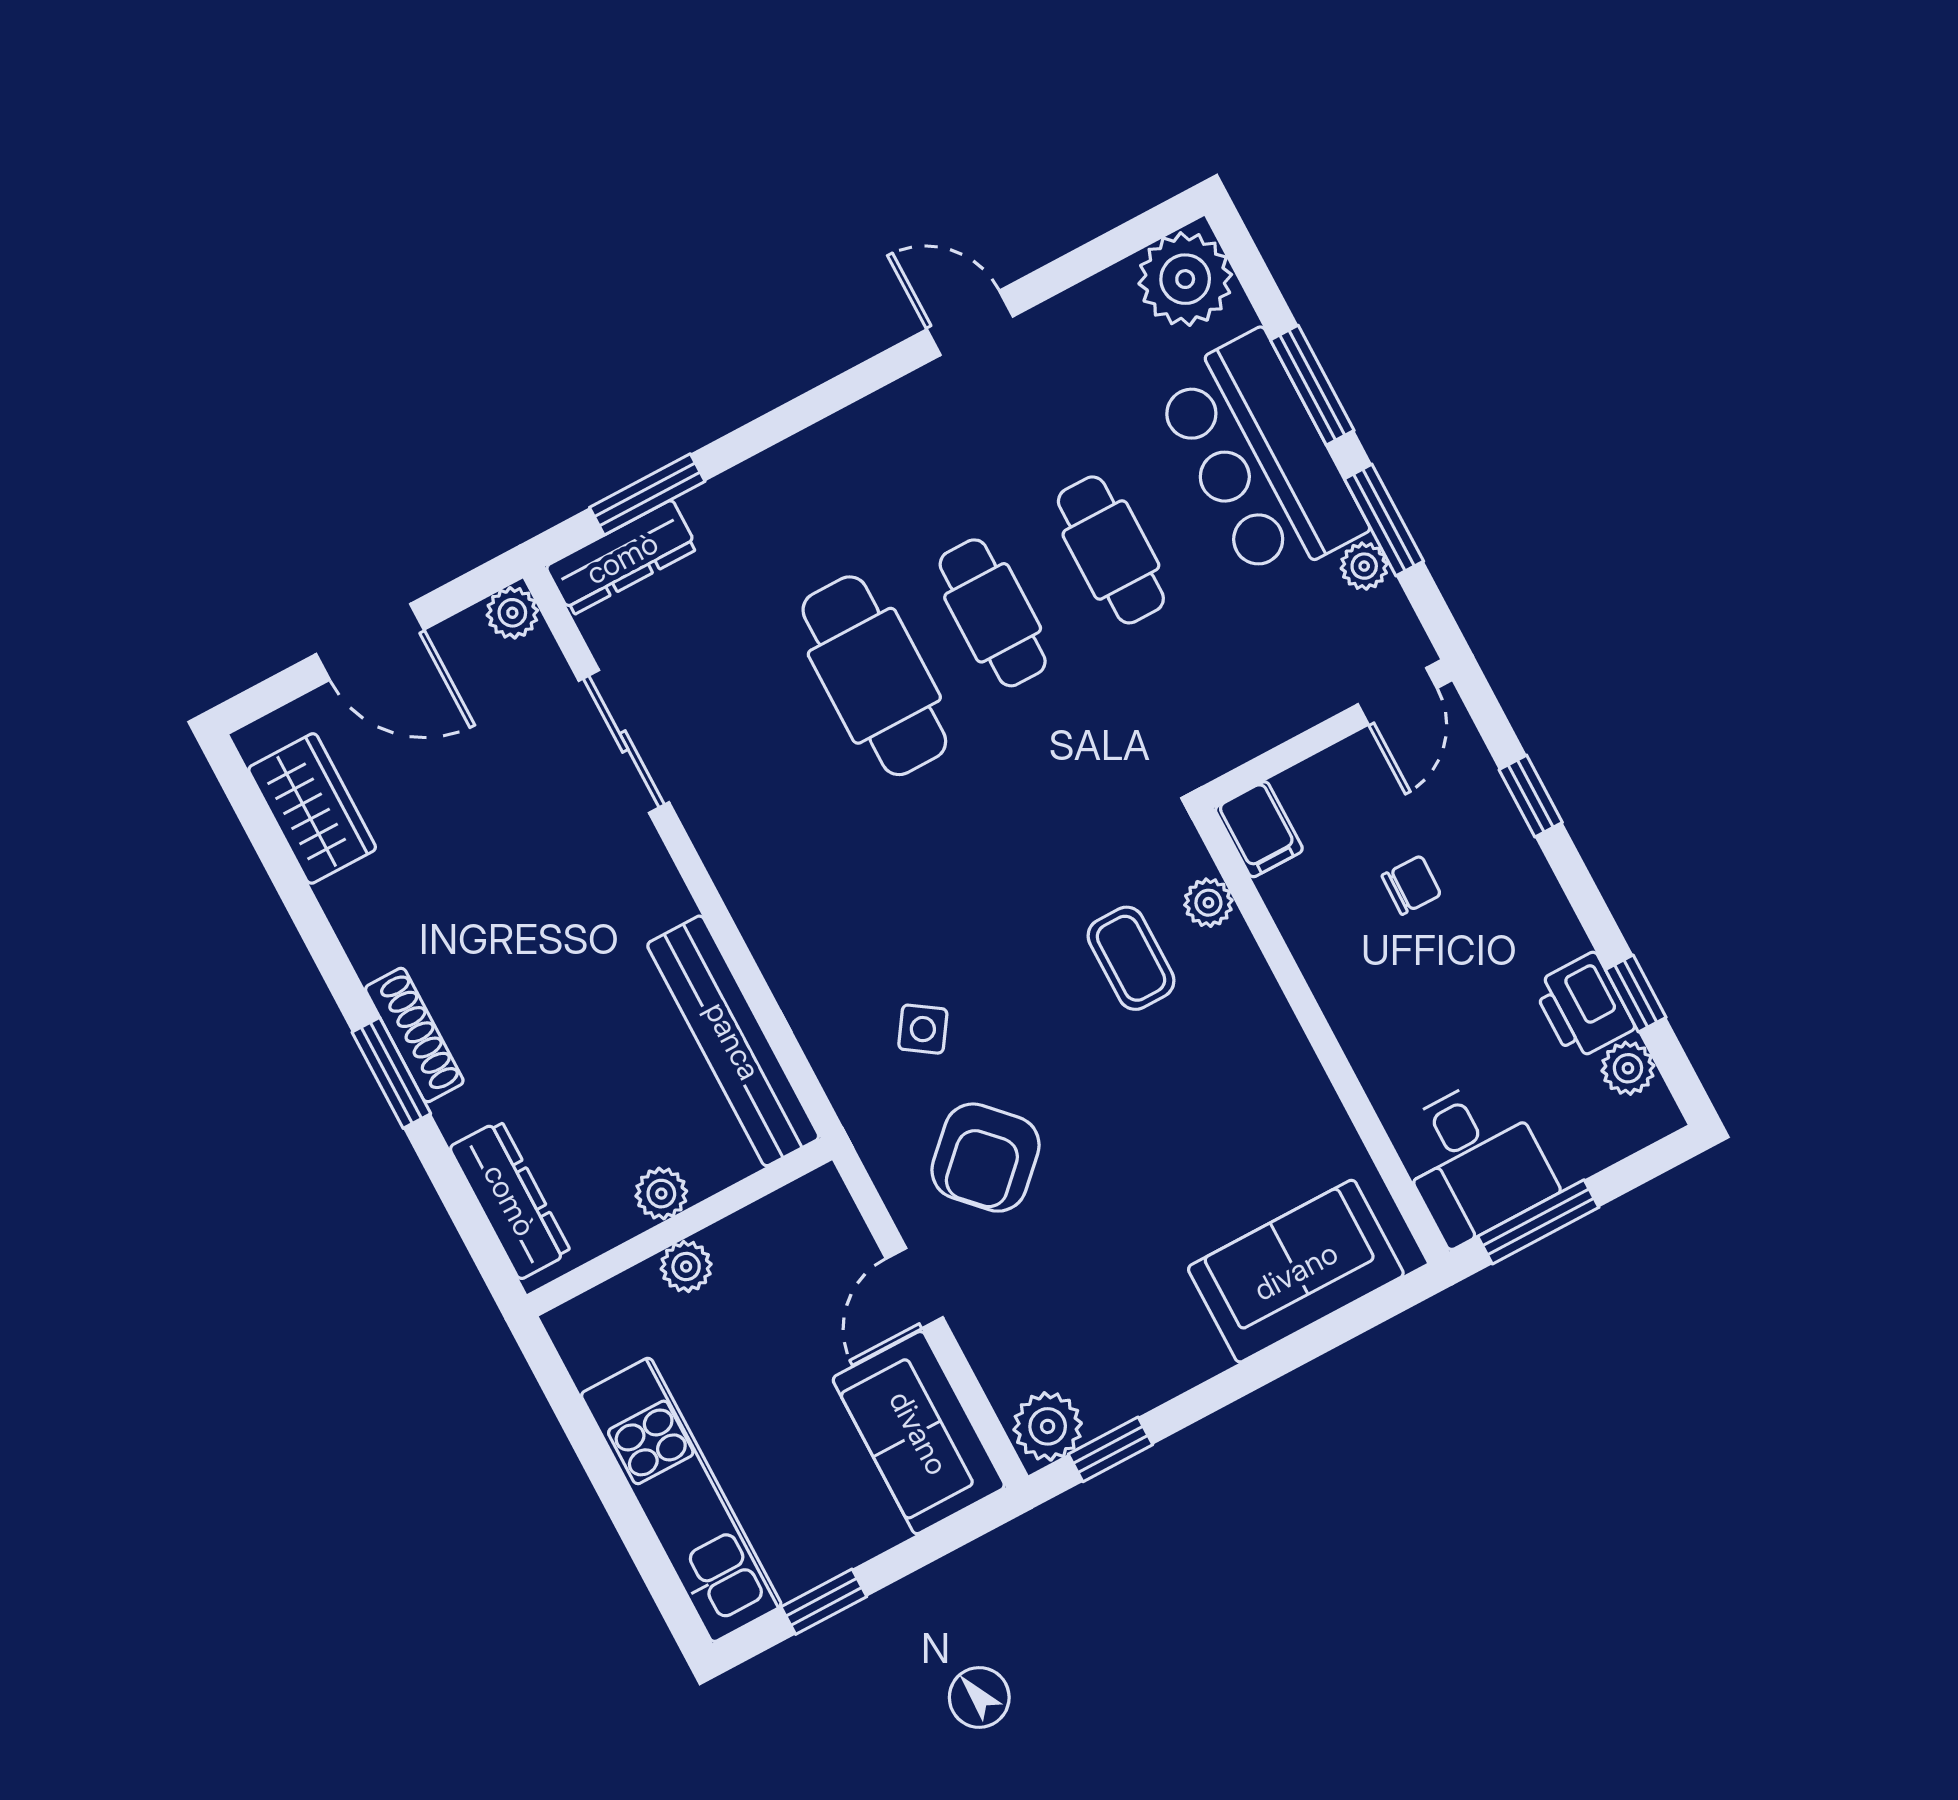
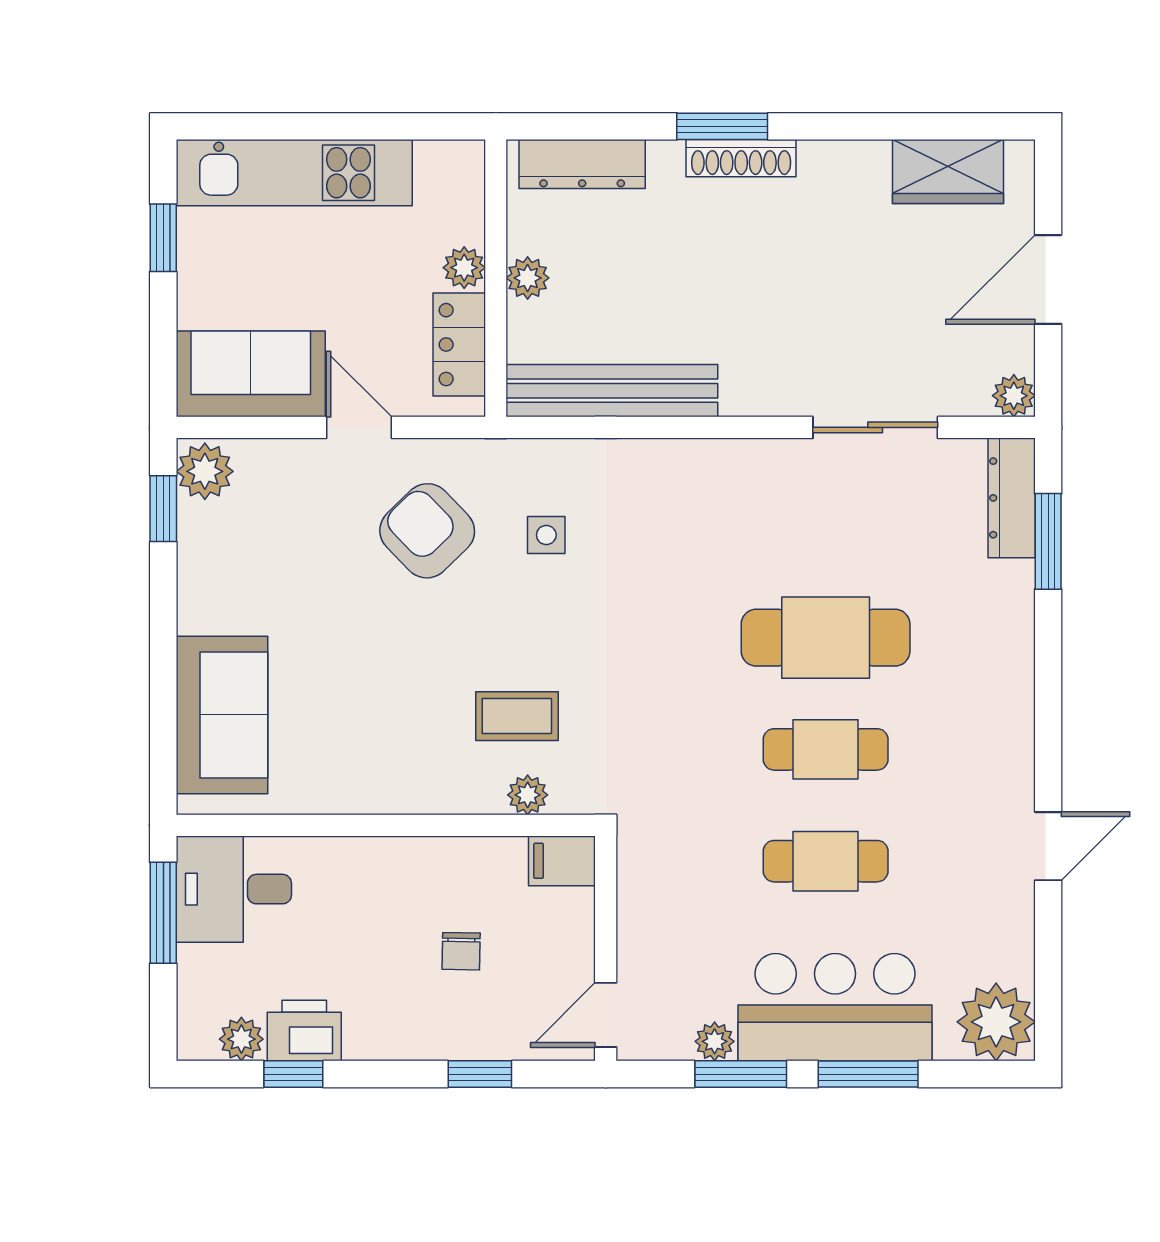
door: (1397, 696) -> (606, 1015), hinge flipped
side table: (923, 1029) -> (546, 535), turned -34
locker: (770, 1229) -> (459, 345), added

